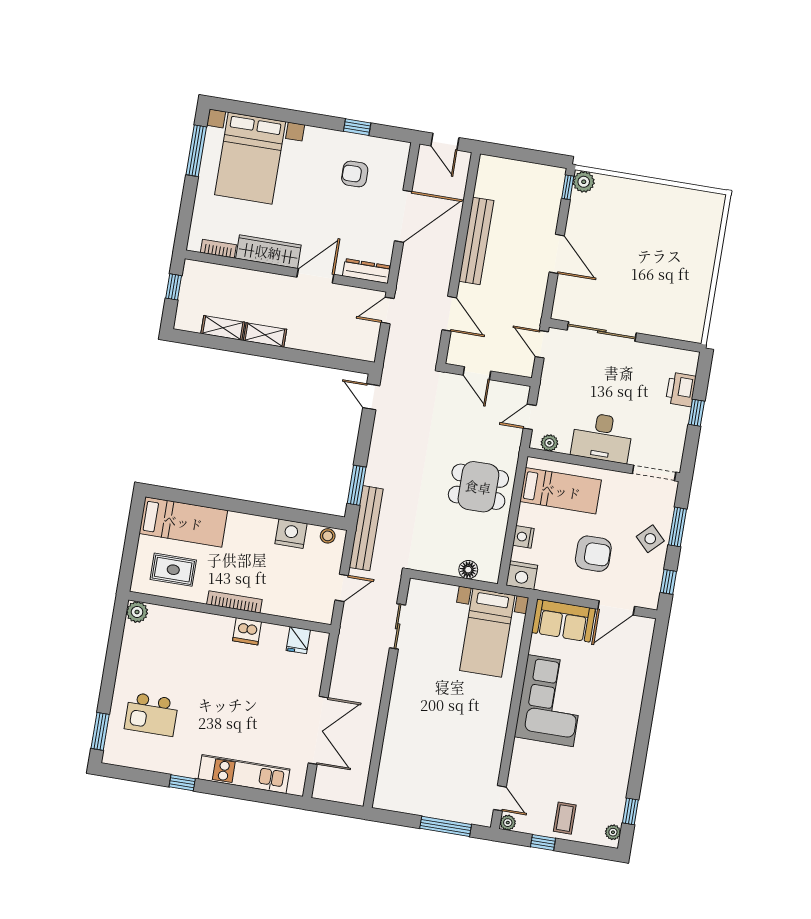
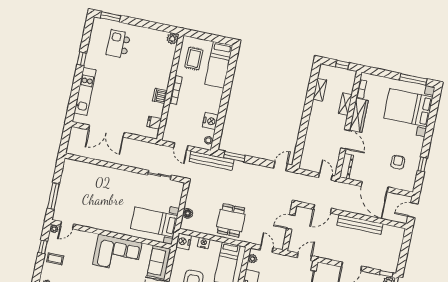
shelving: (265, 335) -> (345, 104), moved

